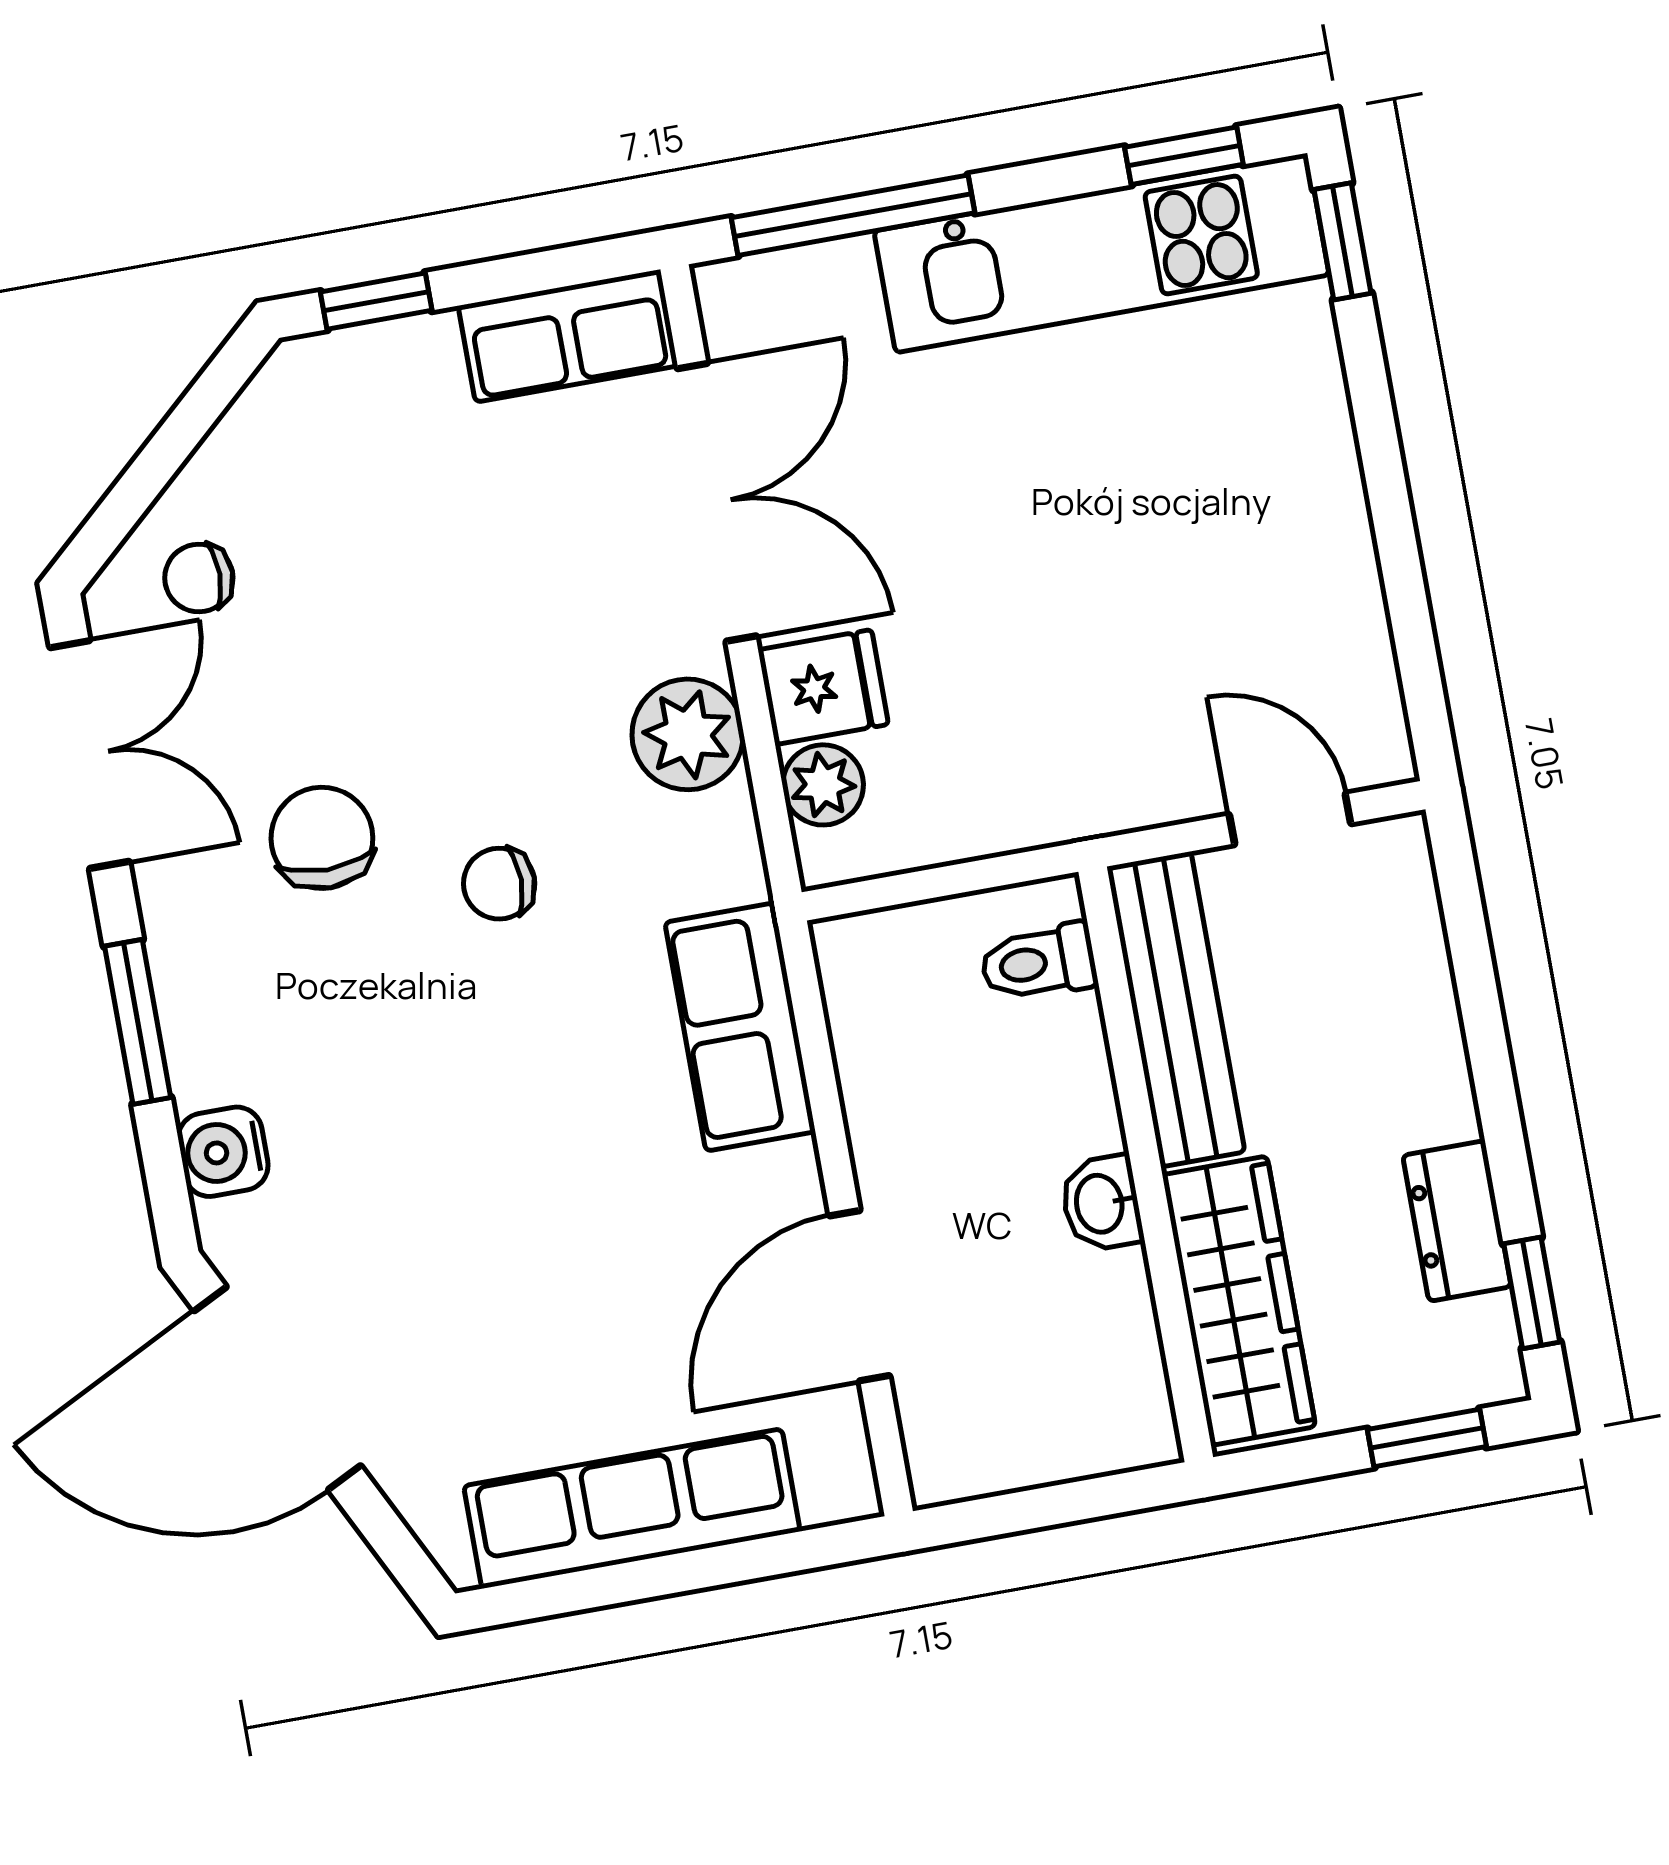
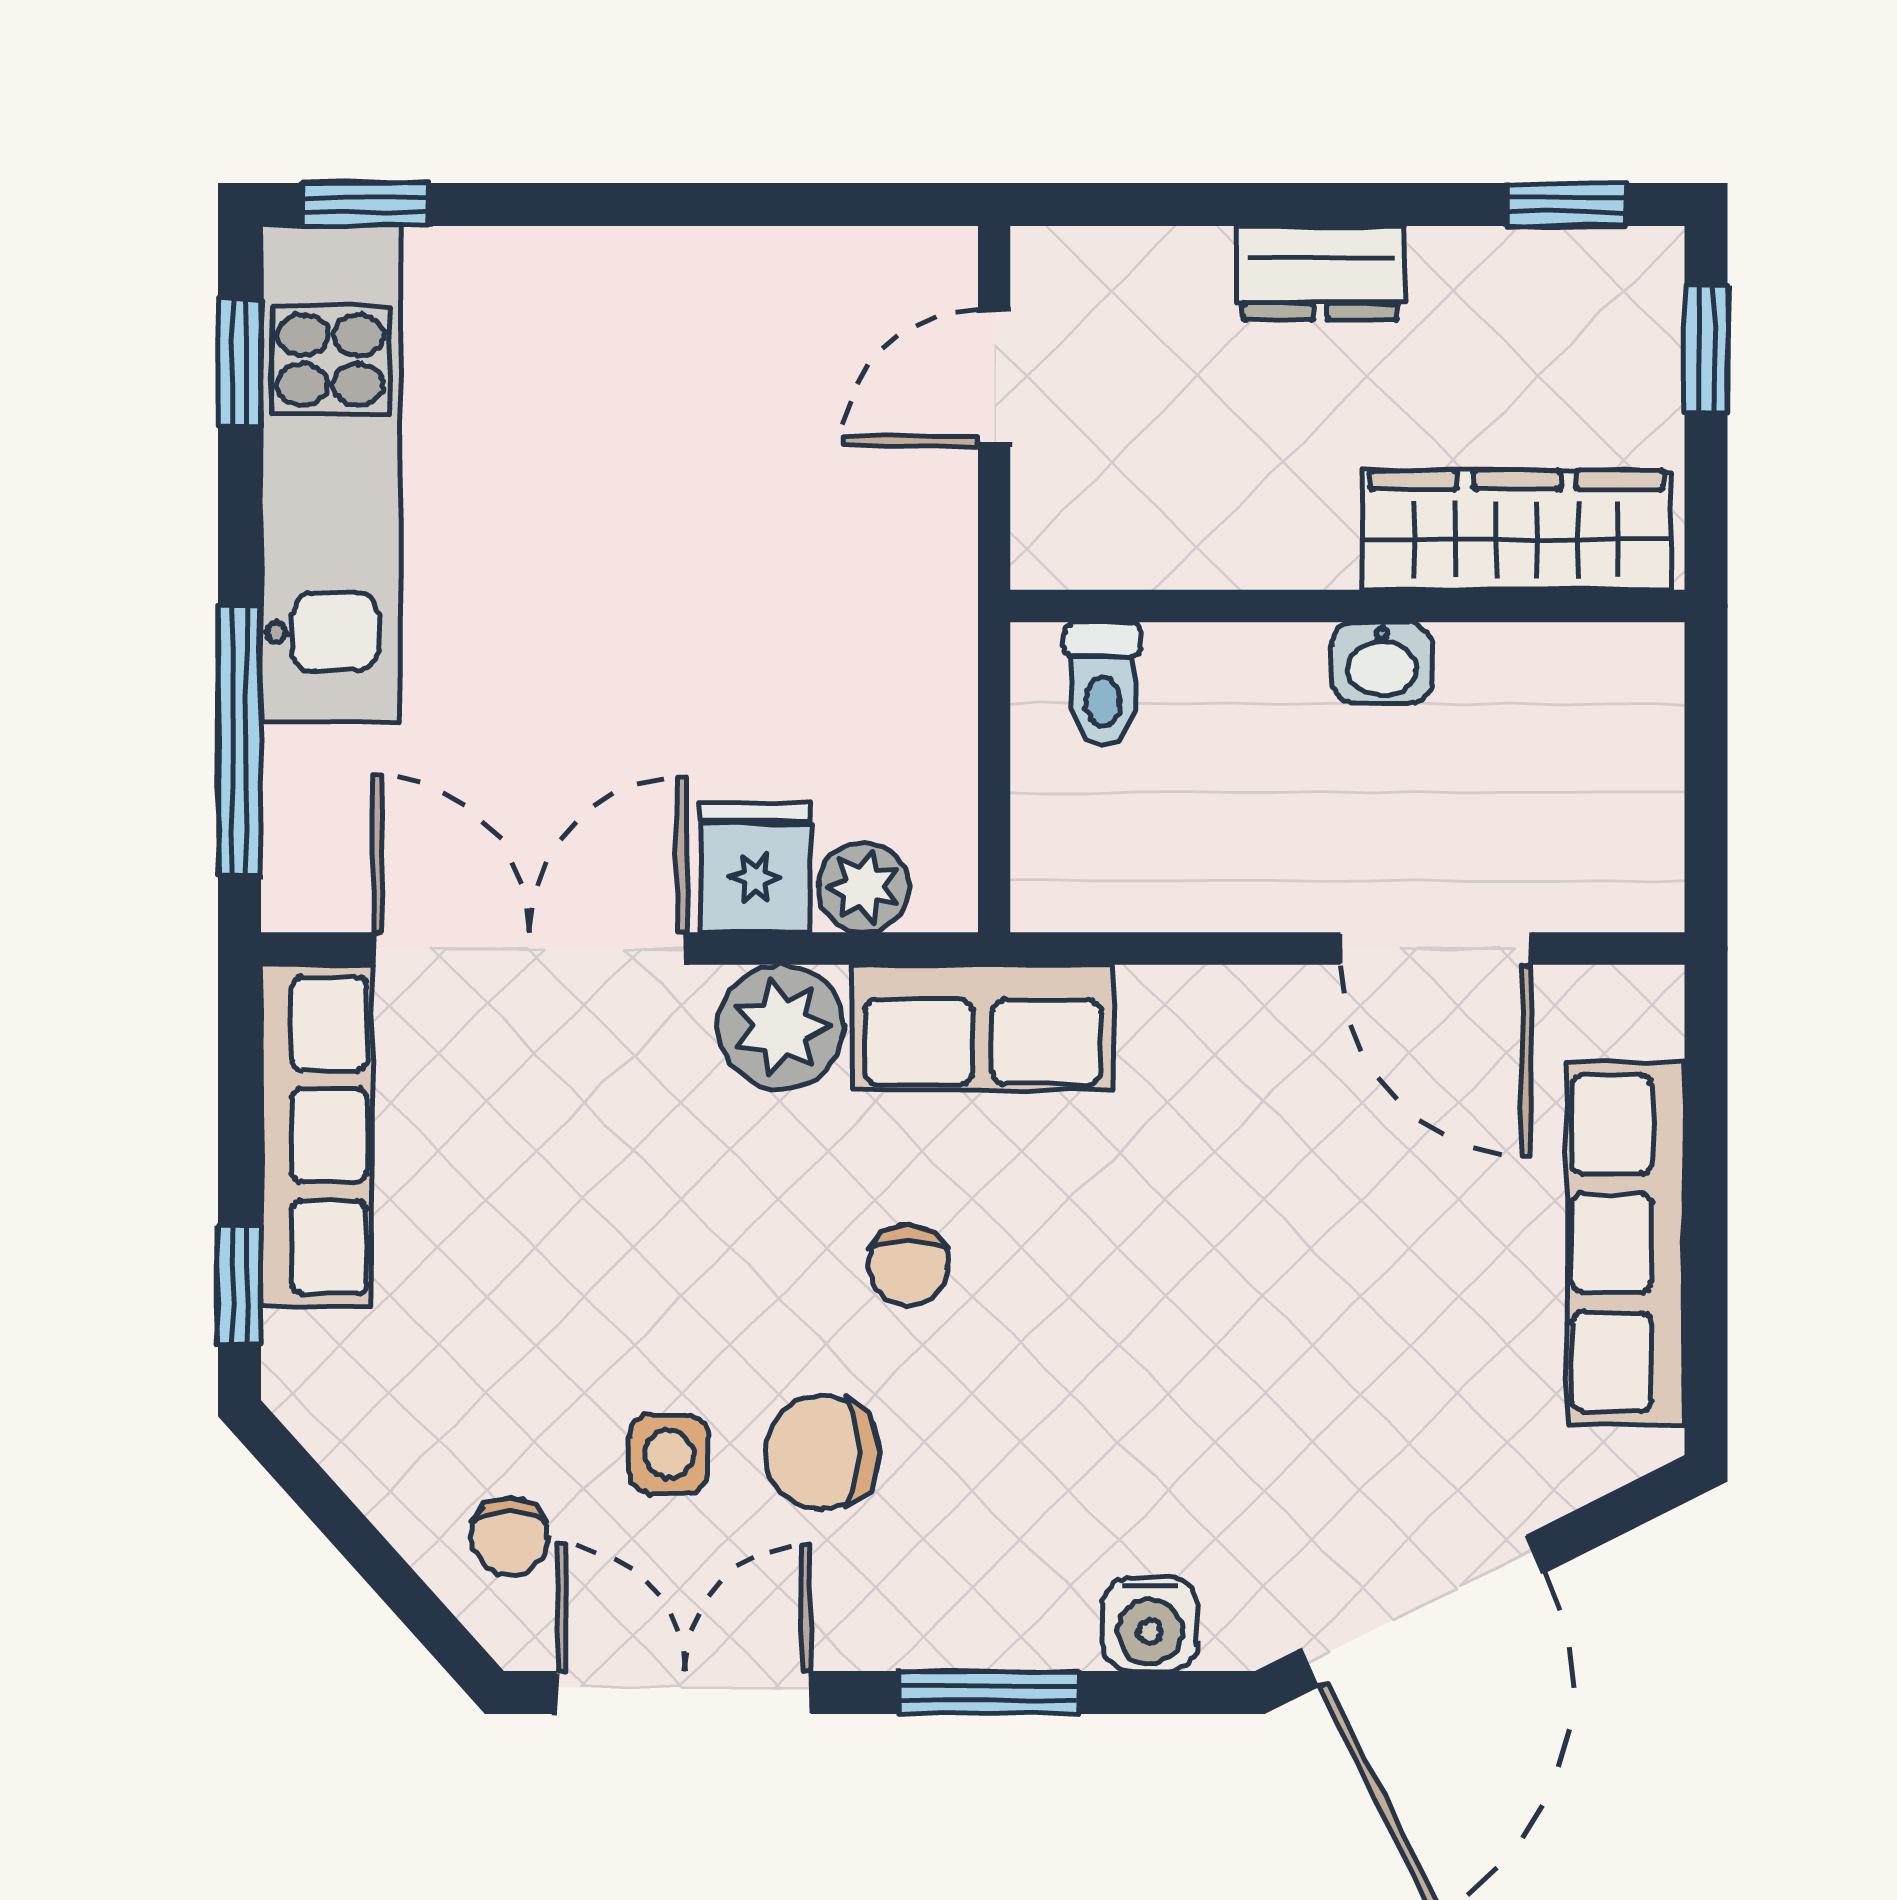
row of seats: (568, 336) -> (316, 1135), width x1.48
side table: (296, 704) -> (669, 1454), added
bench: (1176, 1009) -> (1182, 542), removed
row of seats: (740, 1027) -> (983, 1027), moved
dresser: (1457, 1221) -> (1321, 273), moved

